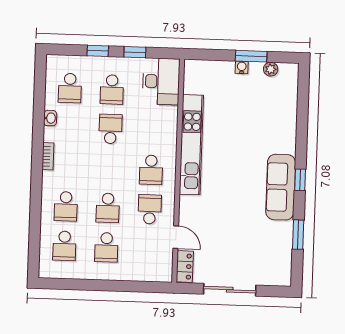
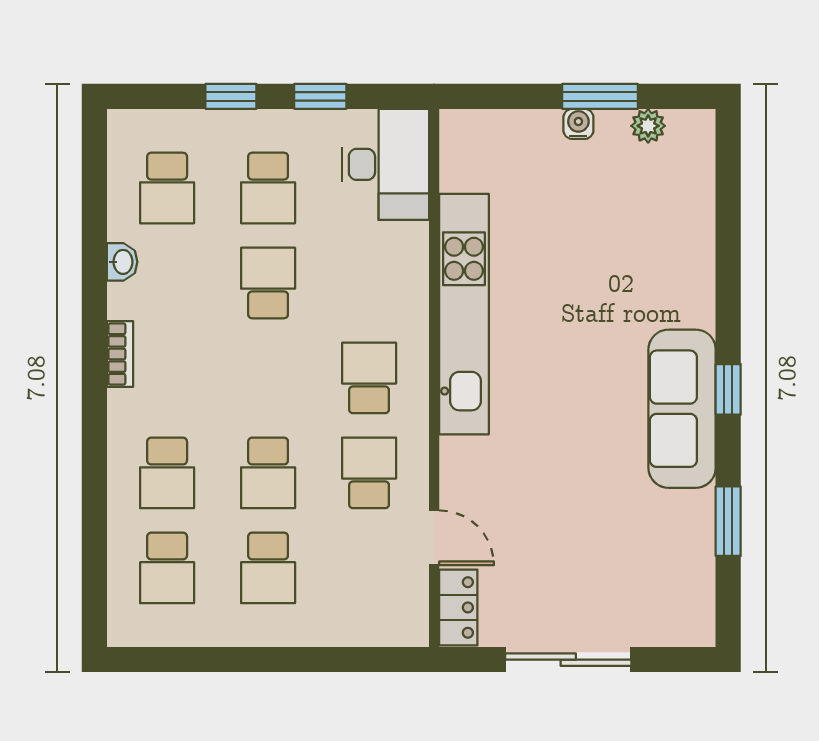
school desk: (151, 170) -> (369, 378), turned 180

